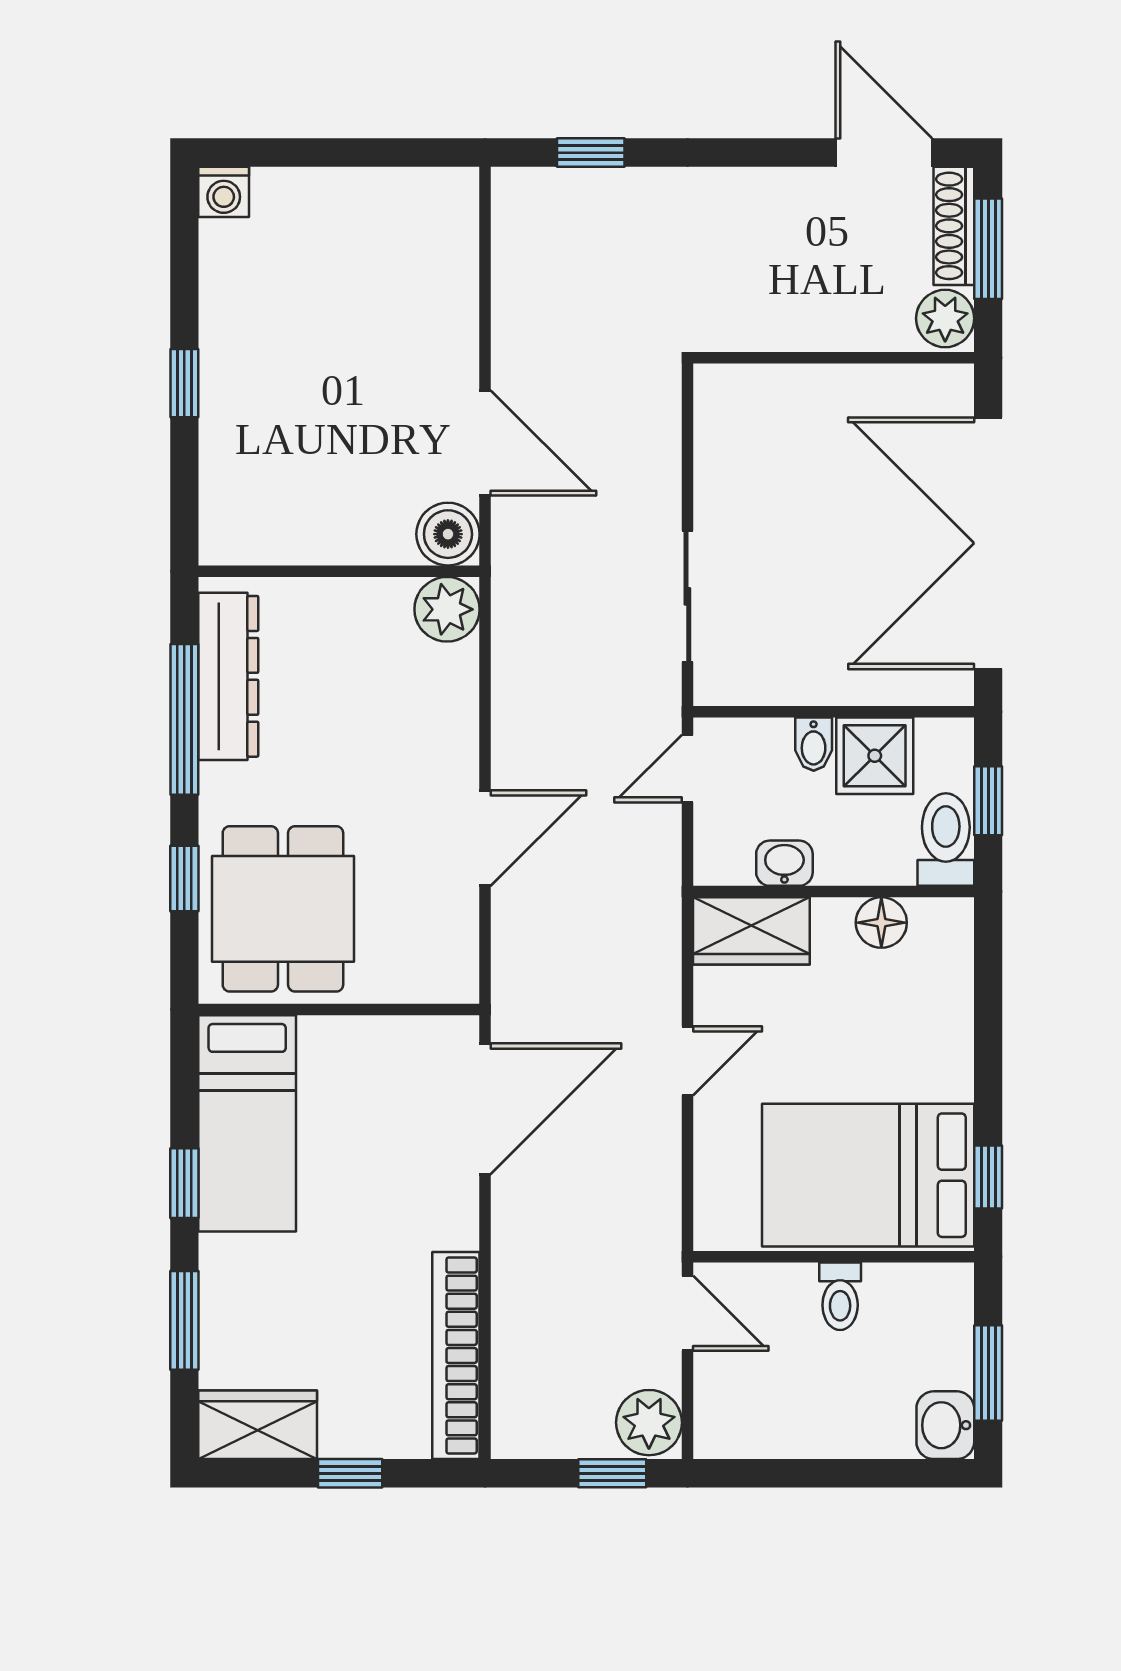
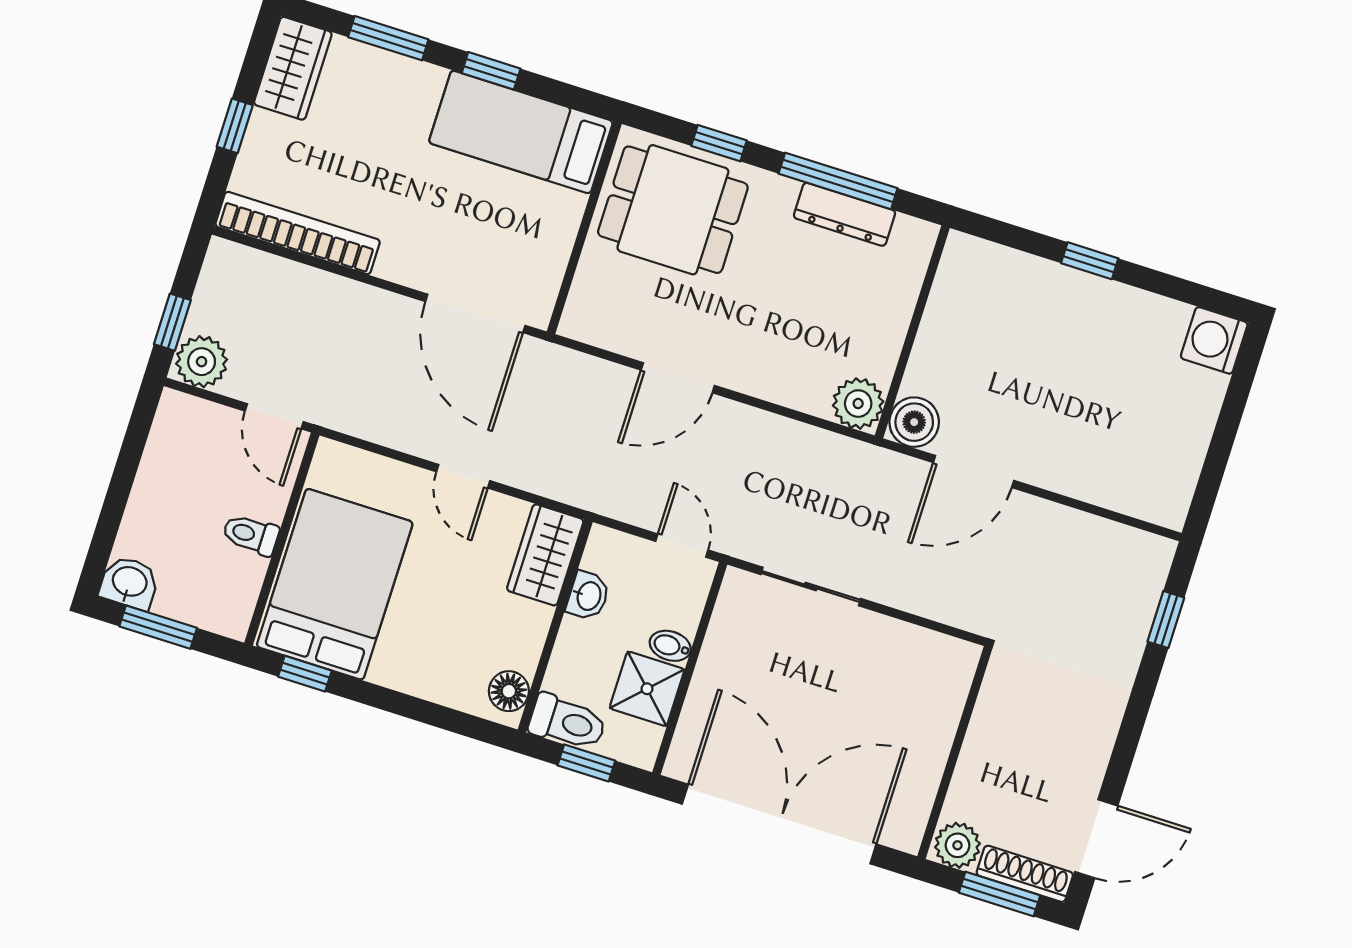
washing machine: (224, 192) -> (1214, 340), width x1.38, depth x1.38
dresser: (228, 676) -> (844, 214), width x0.73, depth x0.80
door: (485, 838) -> (678, 378), hinge flipped
floor lamp: (881, 923) -> (509, 691), moved
door: (687, 1313) -> (274, 416), hinge flipped

